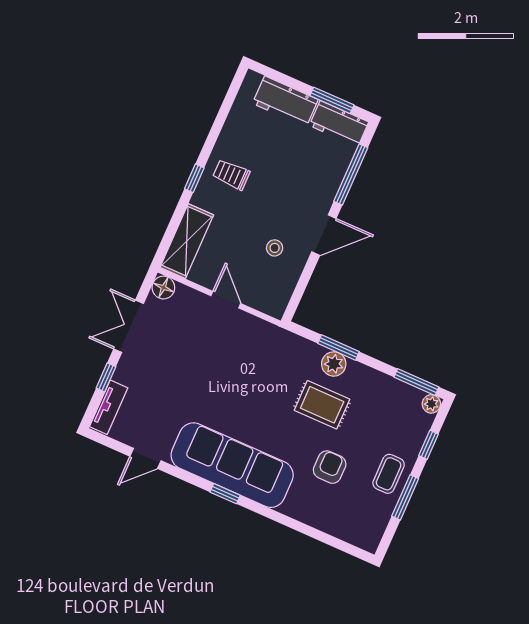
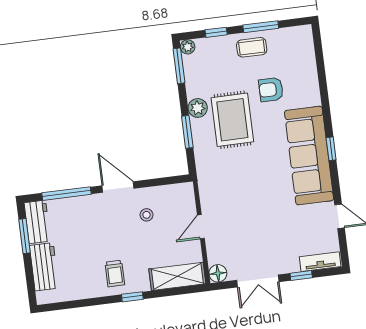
plant: (334, 364) -> (198, 108), moved
rug: (322, 405) -> (232, 120), width x1.36, depth x1.43

